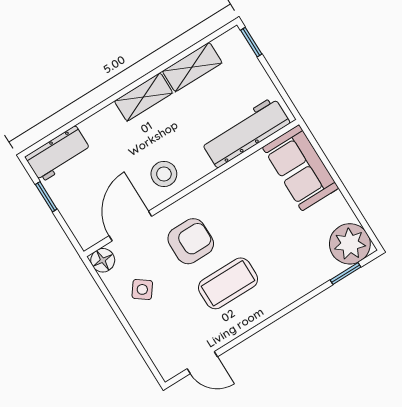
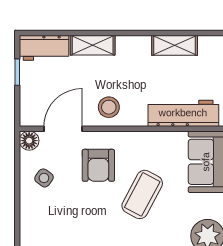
shelving: (144, 97) -> (93, 45), moved
armchair: (191, 241) -> (98, 165), turned 90
coffee table: (228, 283) -> (142, 194), moved, turned -62

